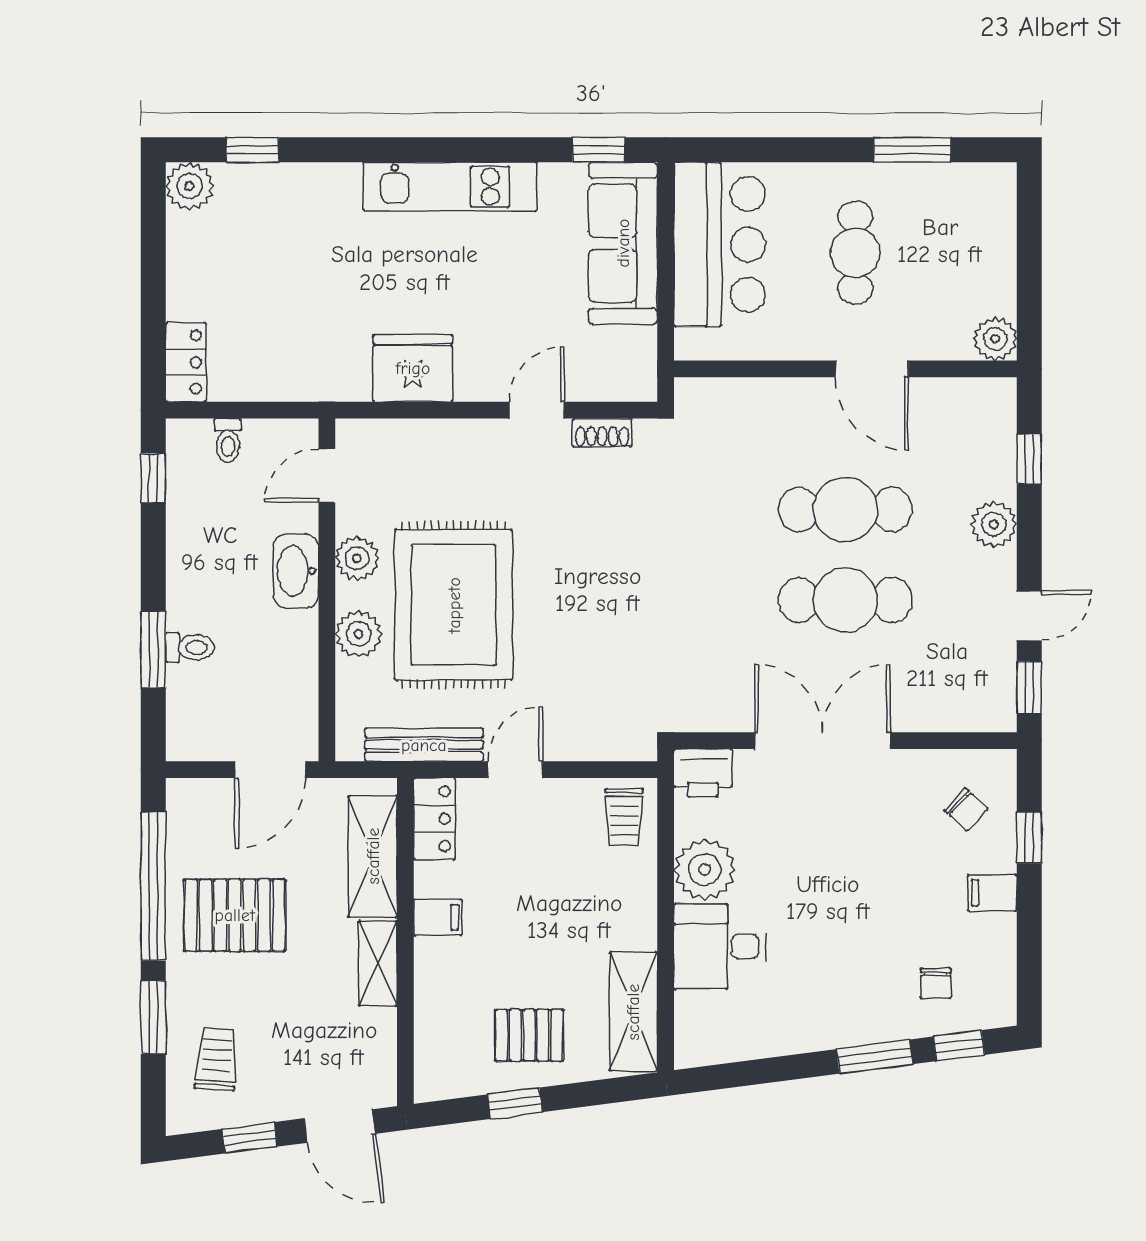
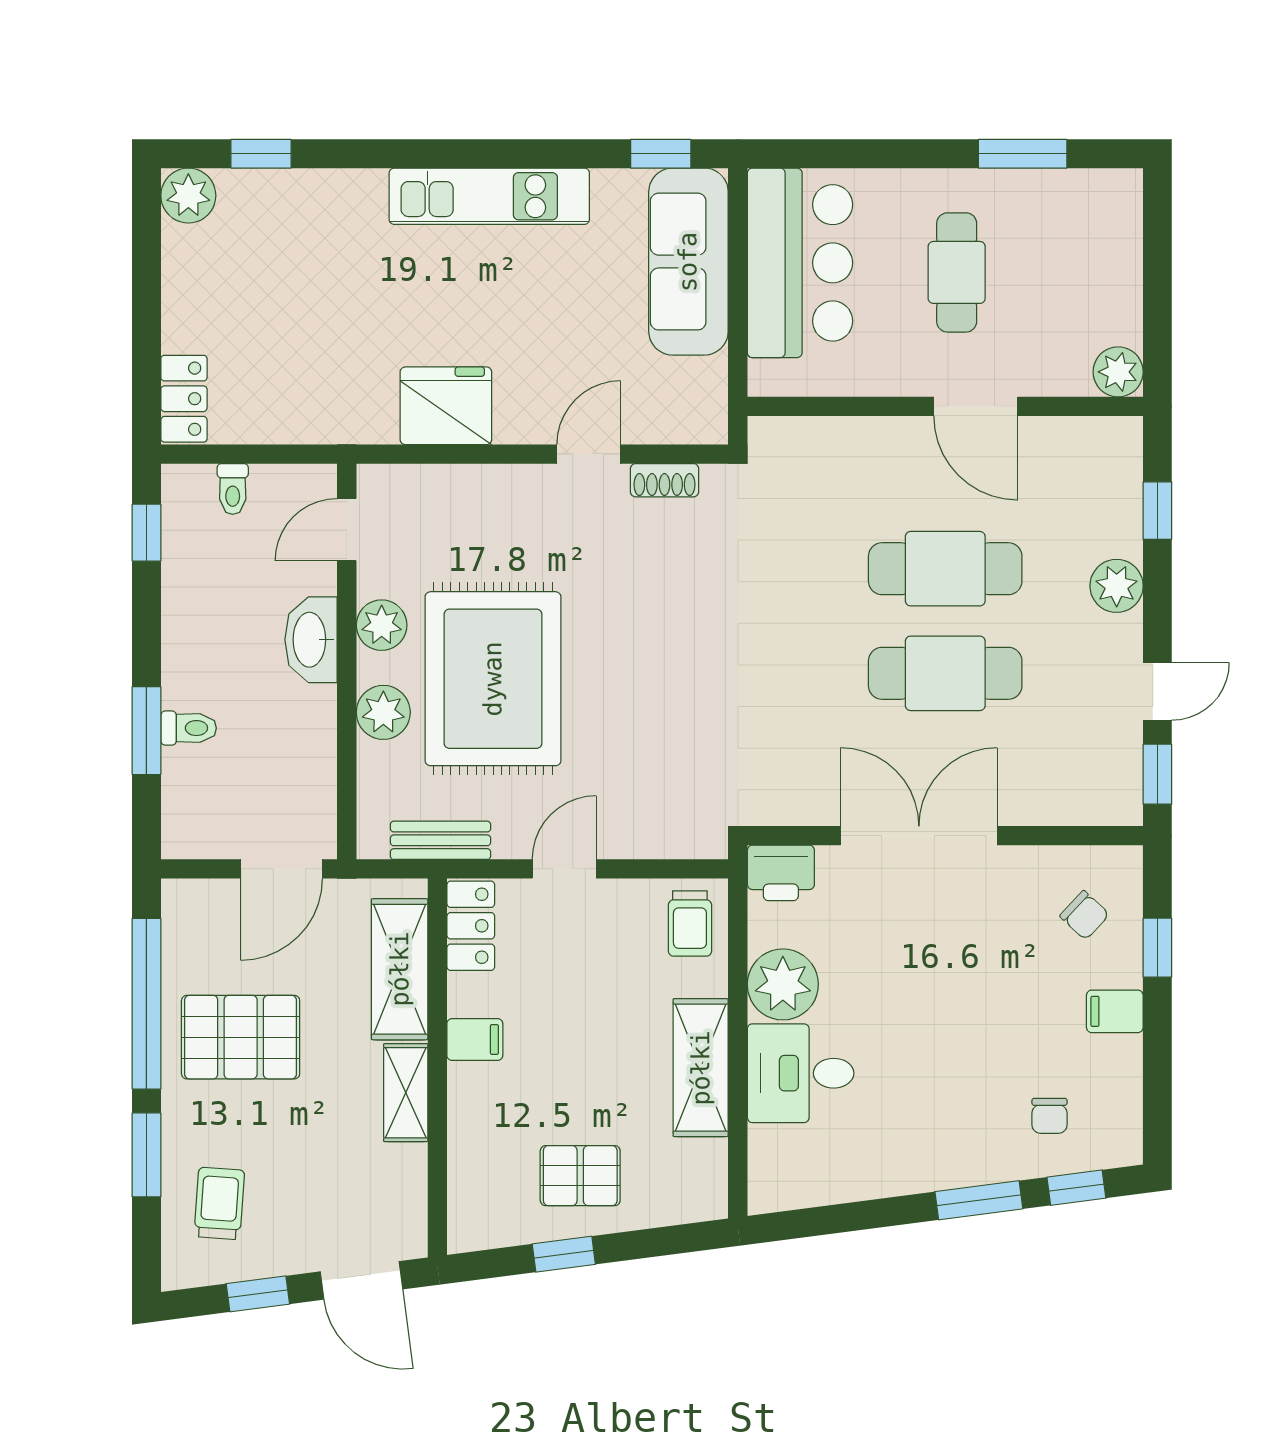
bench: (424, 745) -> (440, 840), width x0.73
shelving: (633, 1012) -> (701, 1068), moved

